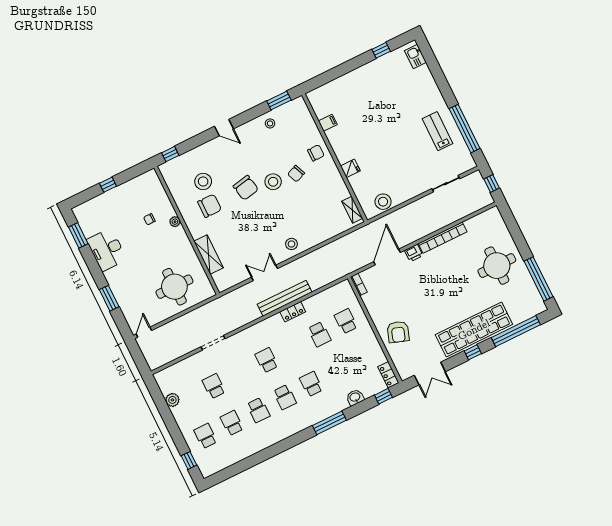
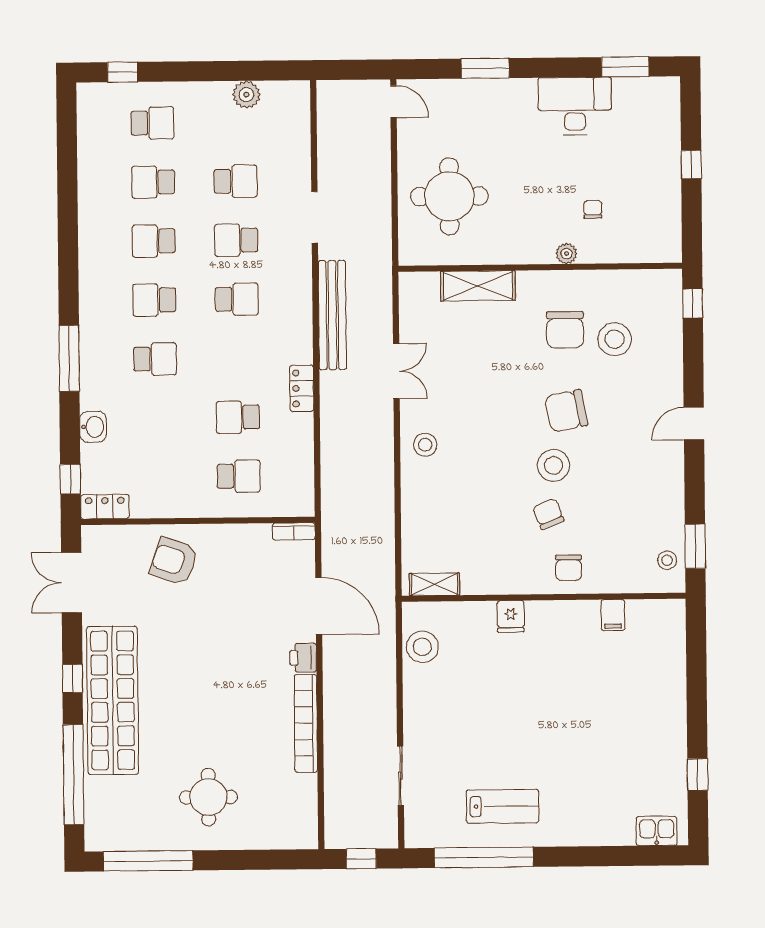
stool: (270, 123) -> (667, 560), moved
round table: (497, 266) -> (208, 797), width x0.73, depth x0.73
bench: (285, 298) -> (332, 315), moved
school desk: (240, 373) -> (236, 240), added
school desk: (232, 423) -> (153, 182), turned 180

